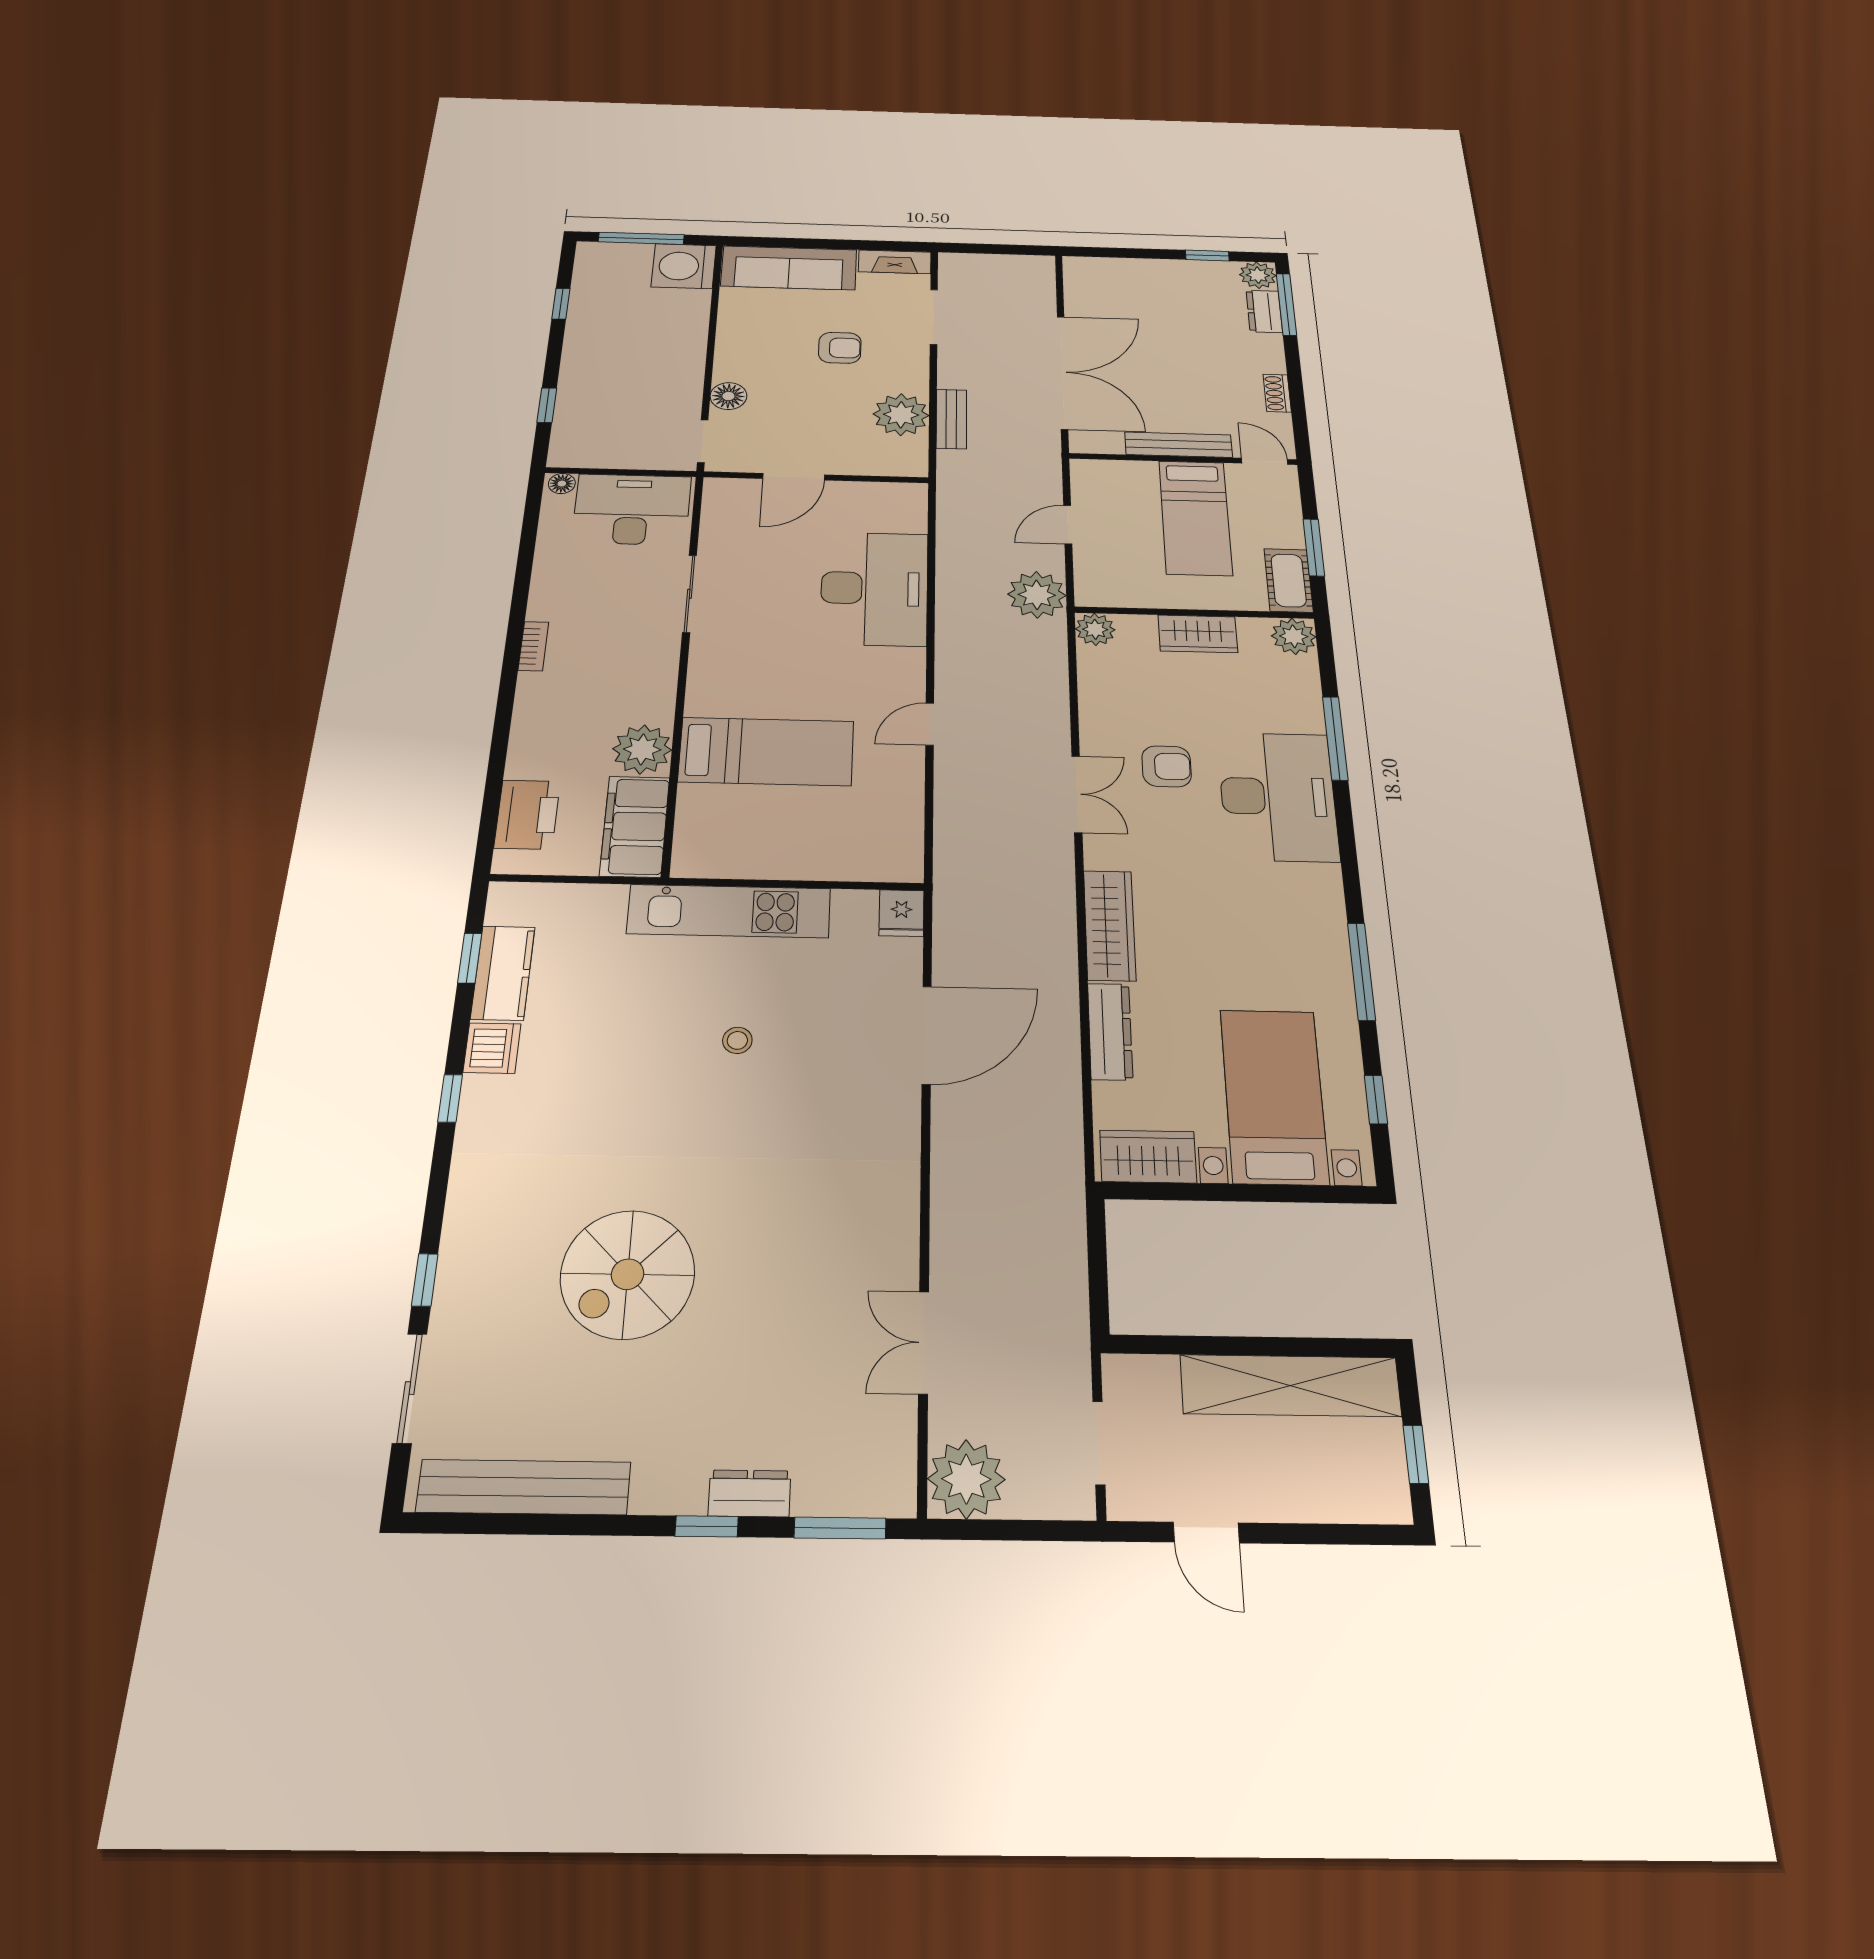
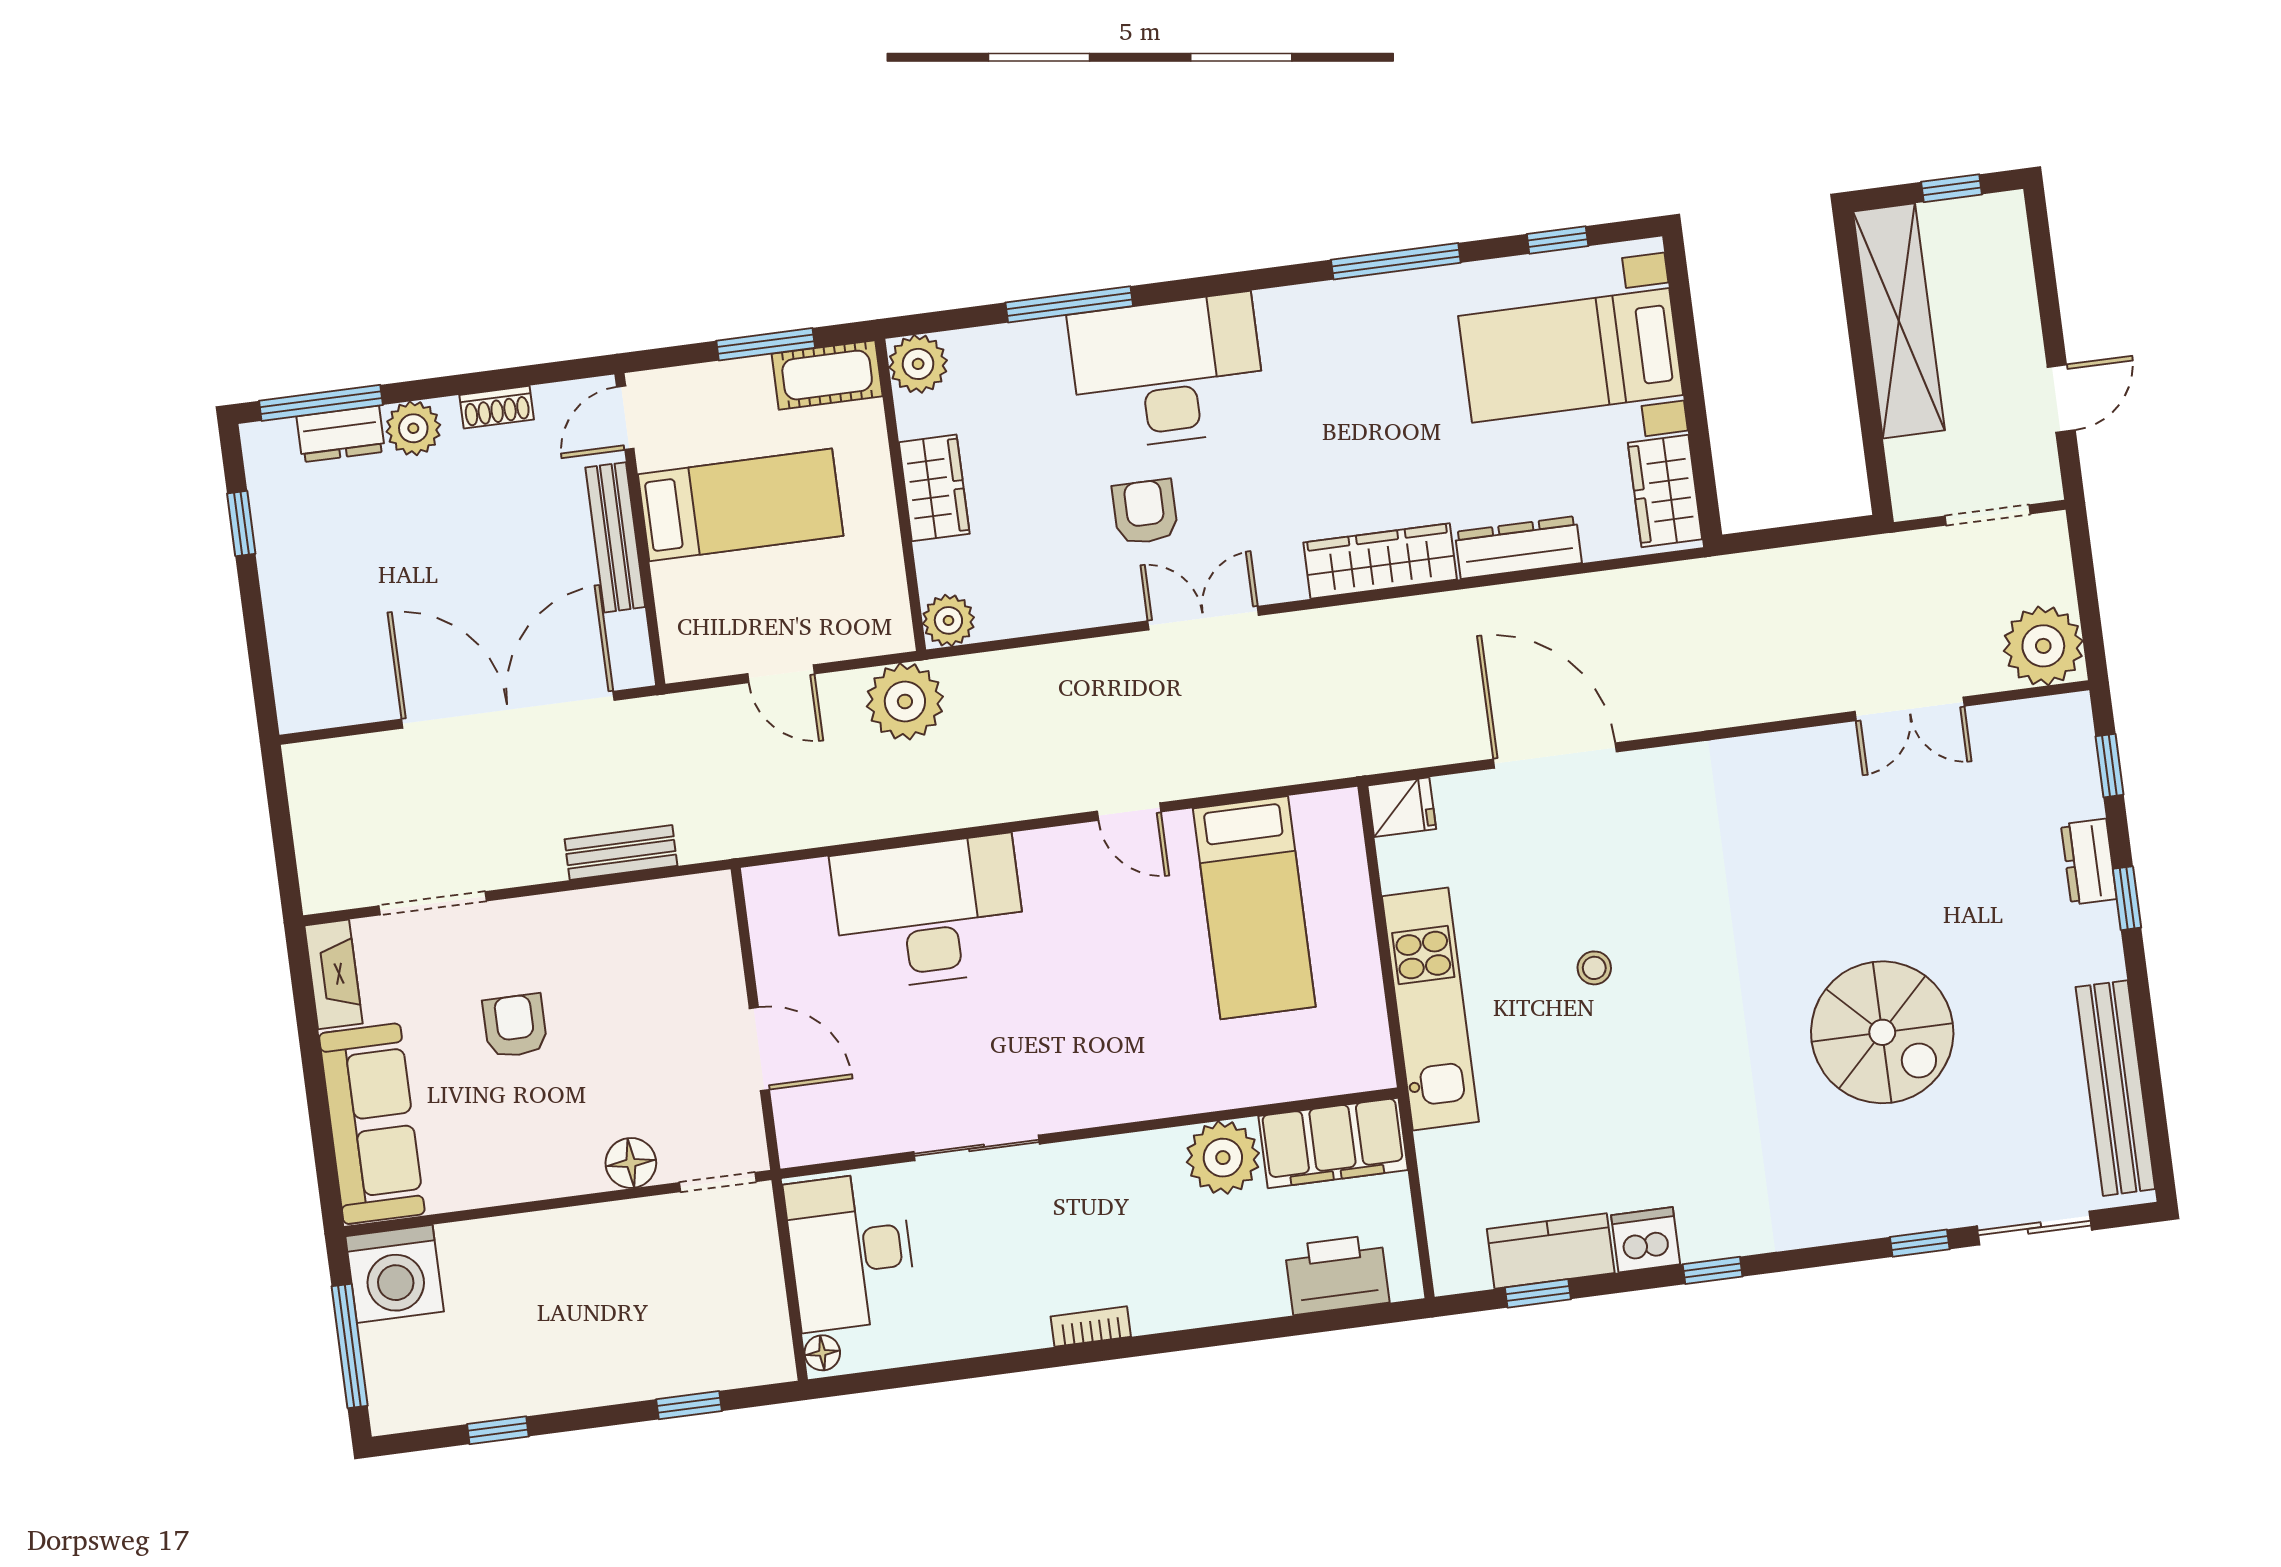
plant: (1258, 275) -> (413, 428), moved
plant: (901, 415) -> (625, 922), removed
bed: (766, 751) -> (1254, 908), moved, turned 180
window: (840, 1528) -> (2109, 766), width x0.67

